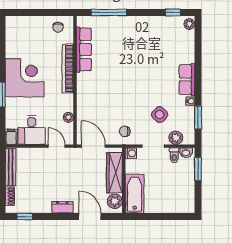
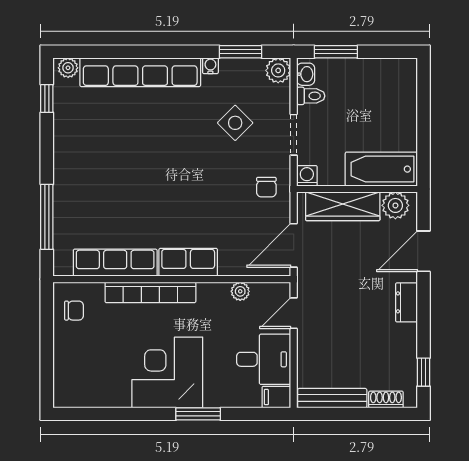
row of seats: (187, 80) -> (140, 72), width x2.02
row of seats: (84, 89) -> (188, 262), added
plant: (176, 138) -> (278, 70), moved

